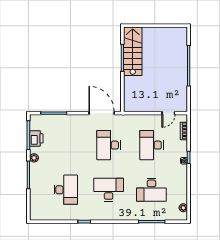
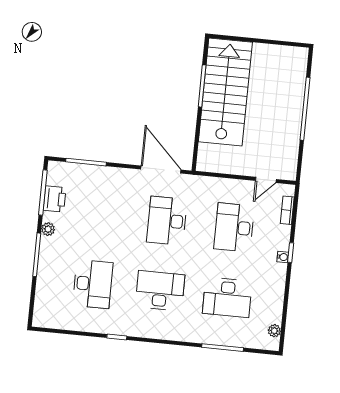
stairs: (133, 51) -> (225, 92), width x1.36, depth x1.51

